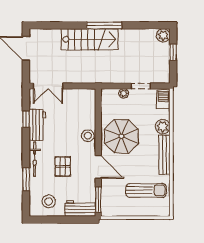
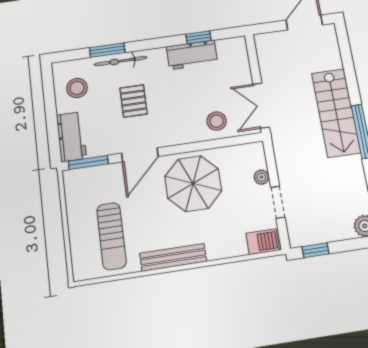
window: (173, 52) -> (316, 250), moved
double door: (48, 86) -> (261, 106), moved
plant: (163, 127) -> (218, 247), removed
stool: (88, 136) -> (217, 121), moved
bicycle: (35, 159) -> (121, 61), moved
pallet: (63, 167) -> (134, 101), turned 90

